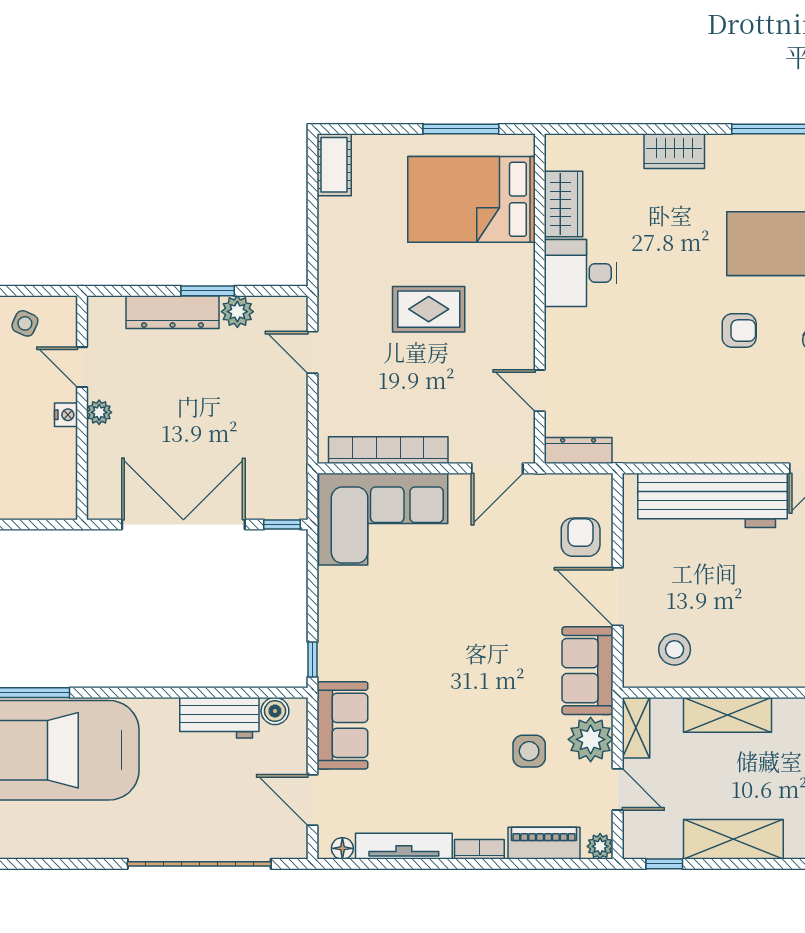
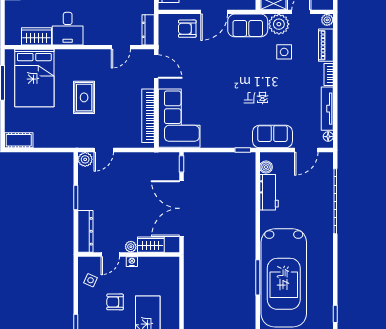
dresser: (172, 312) -> (85, 231), moved
plant: (237, 312) -> (85, 159), moved
wardrobe: (104, 457) -> (151, 245), added

